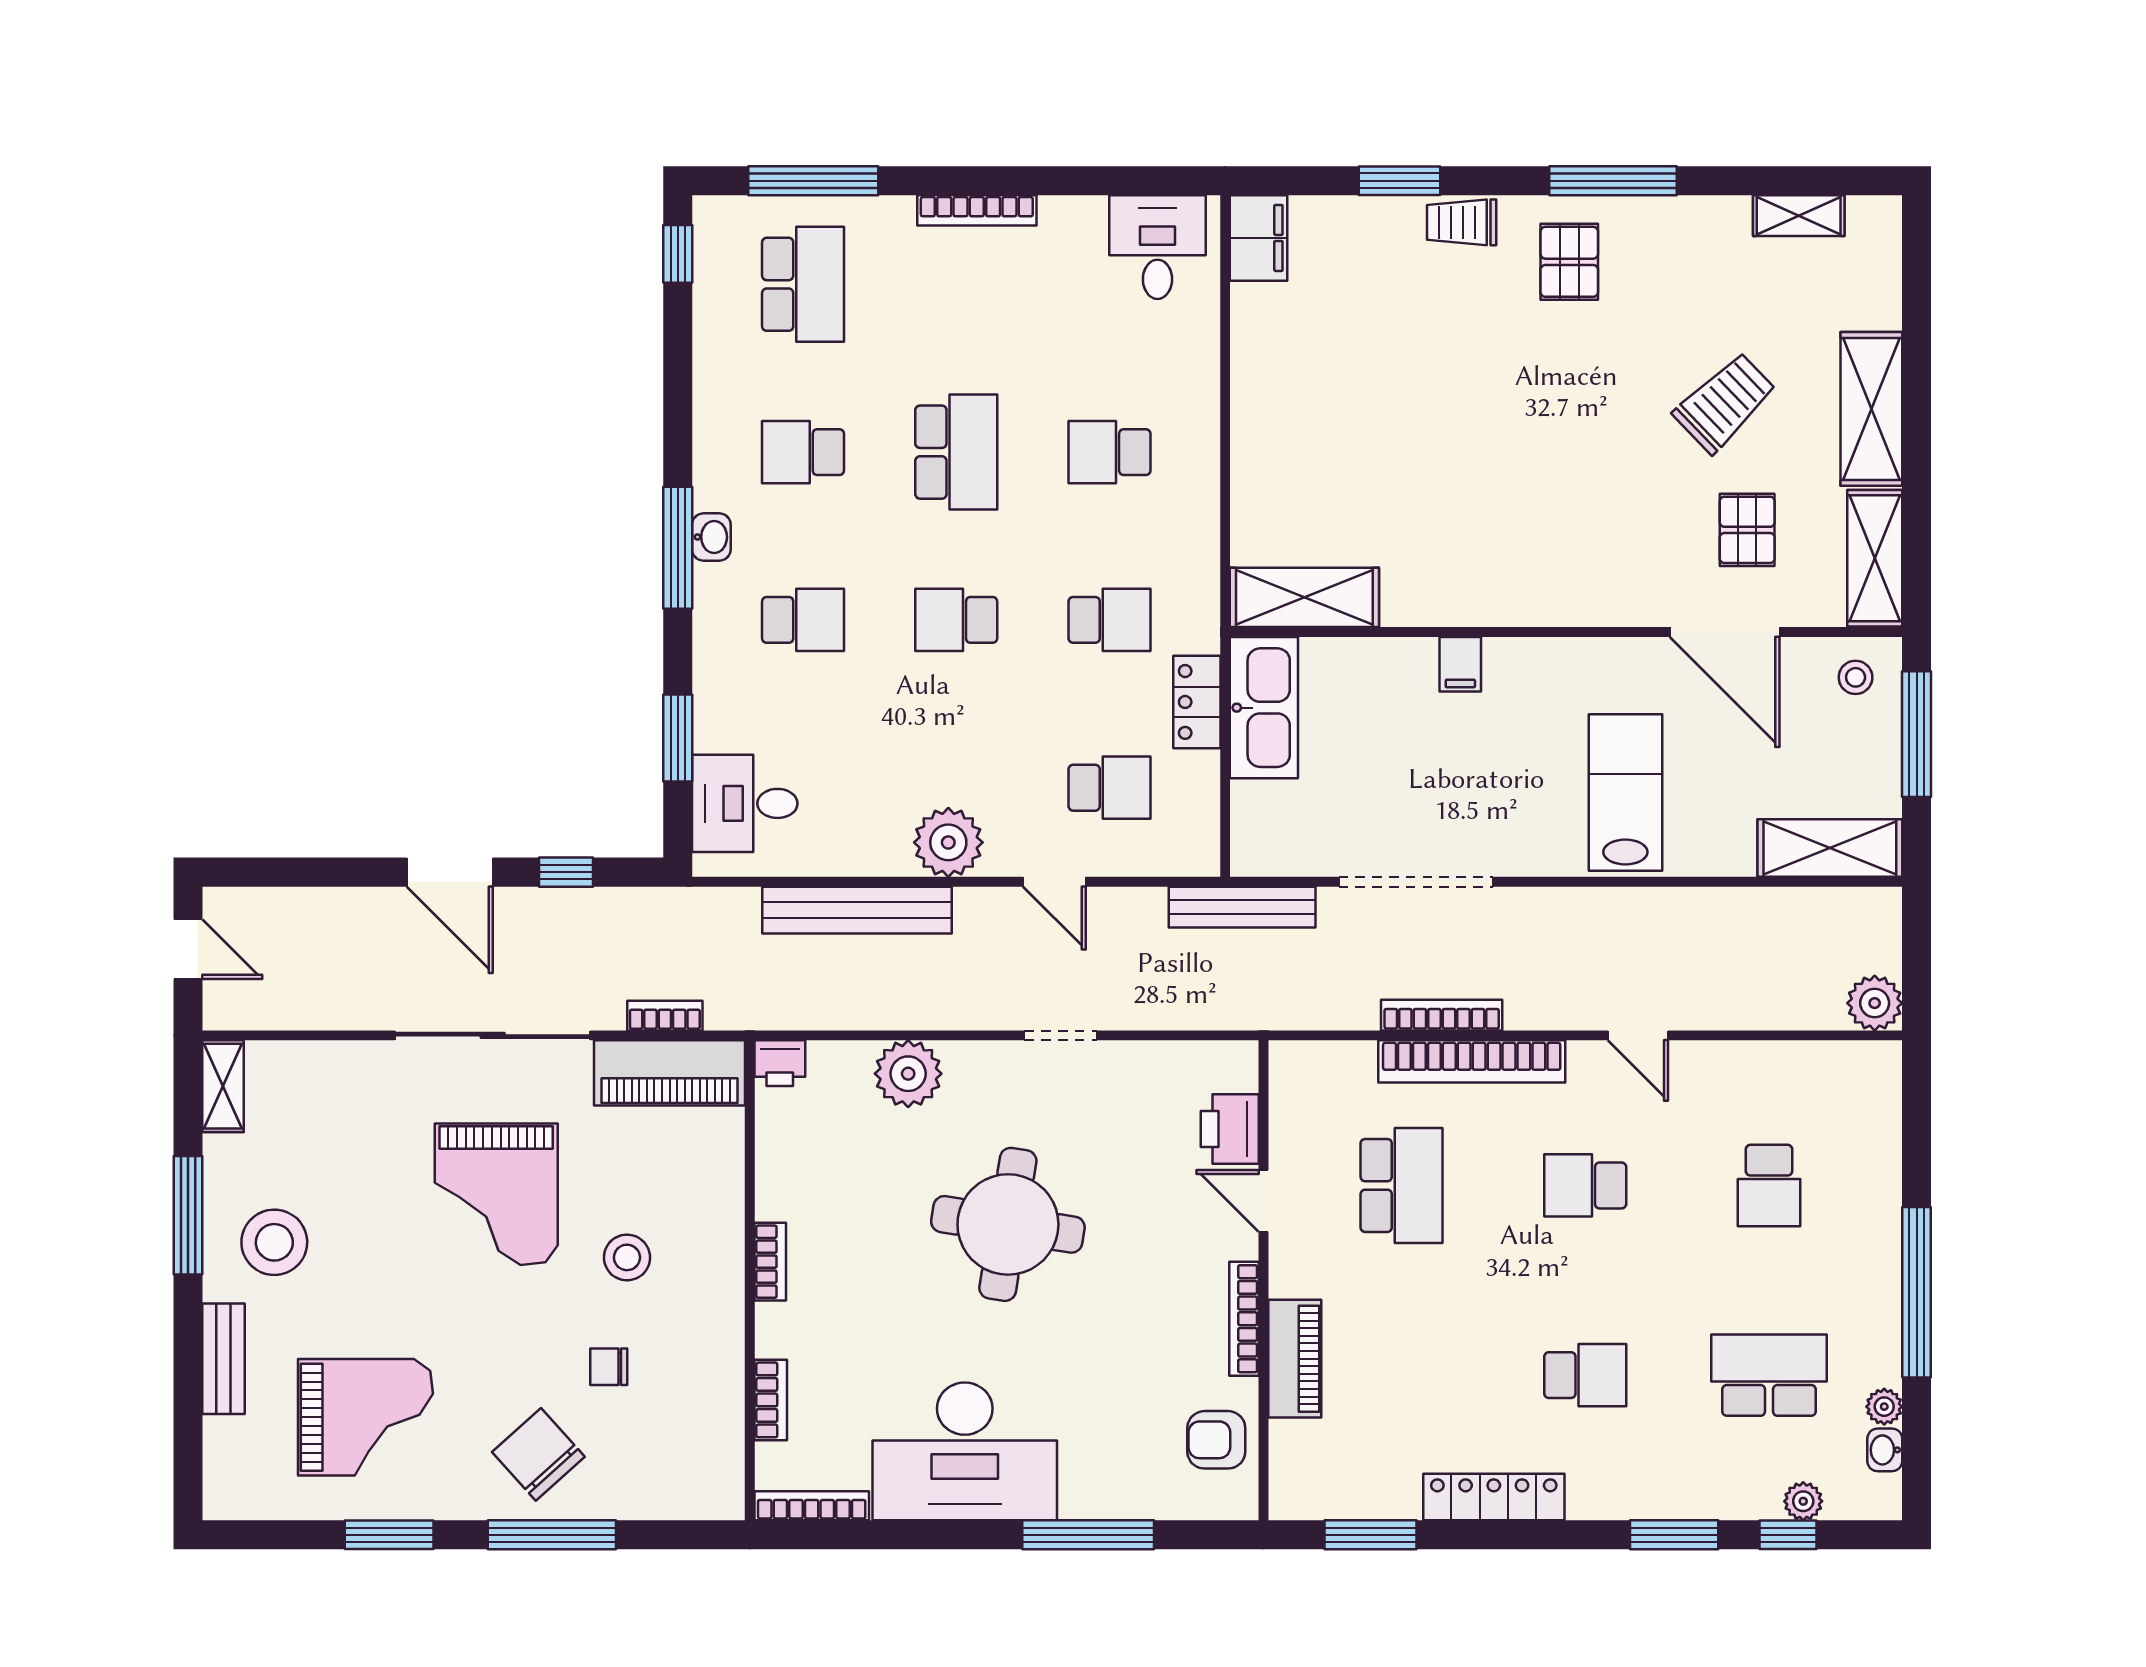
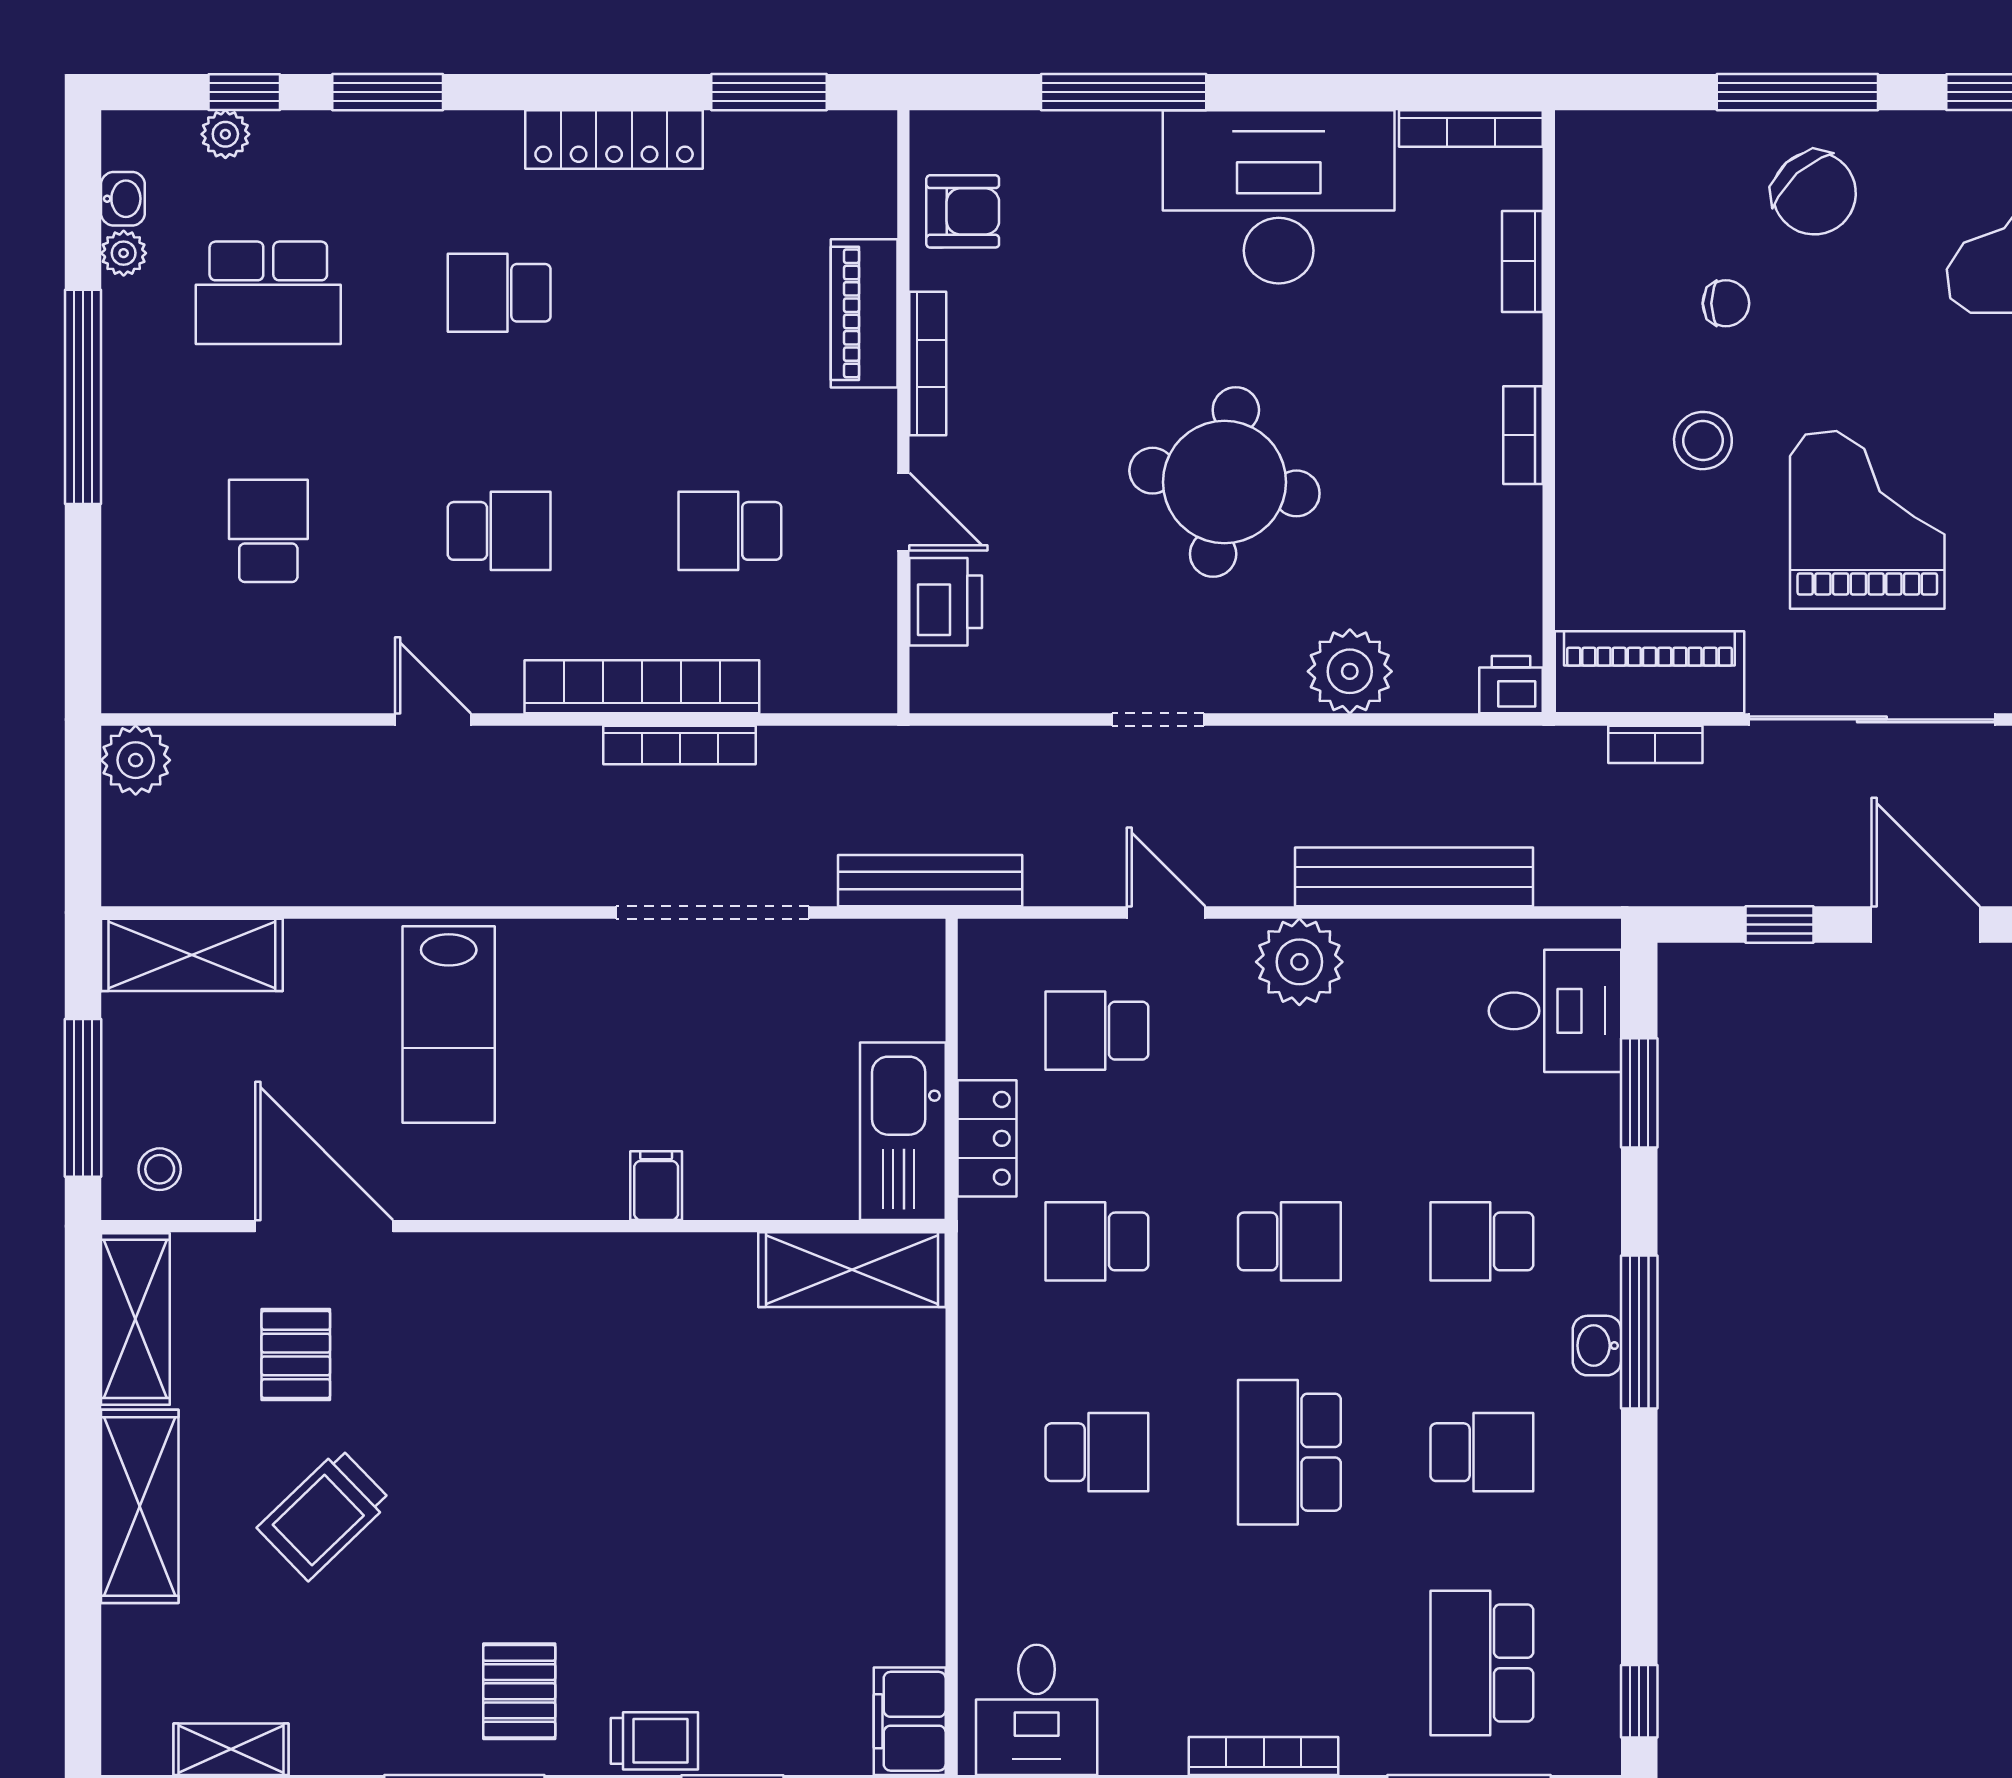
school desk: (1402, 1185) -> (730, 531), width x0.54

